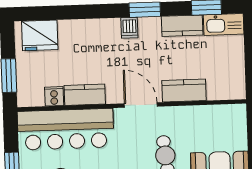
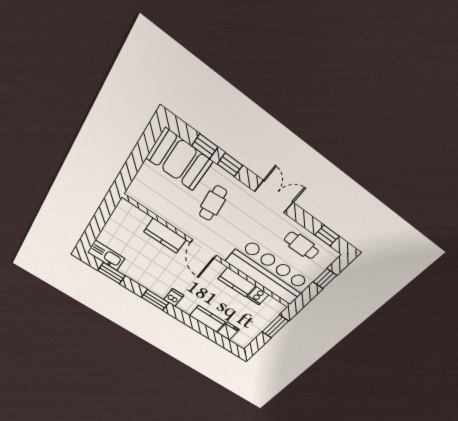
kitchen counter: (182, 26) -> (207, 319), moved
fridge: (40, 35) -> (228, 331), width x0.53, depth x0.75

